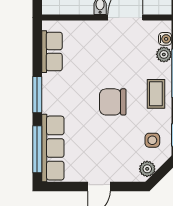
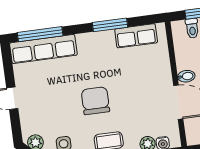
window: (37, 95) -> (110, 25), moved

